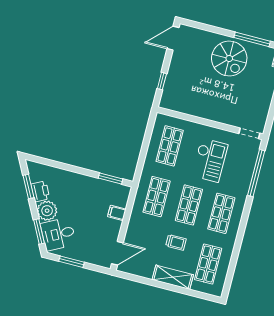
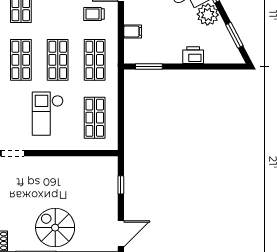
printer: (40, 191) -> (193, 55), moved, turned 118
trolley: (176, 242) -> (94, 14), moved

